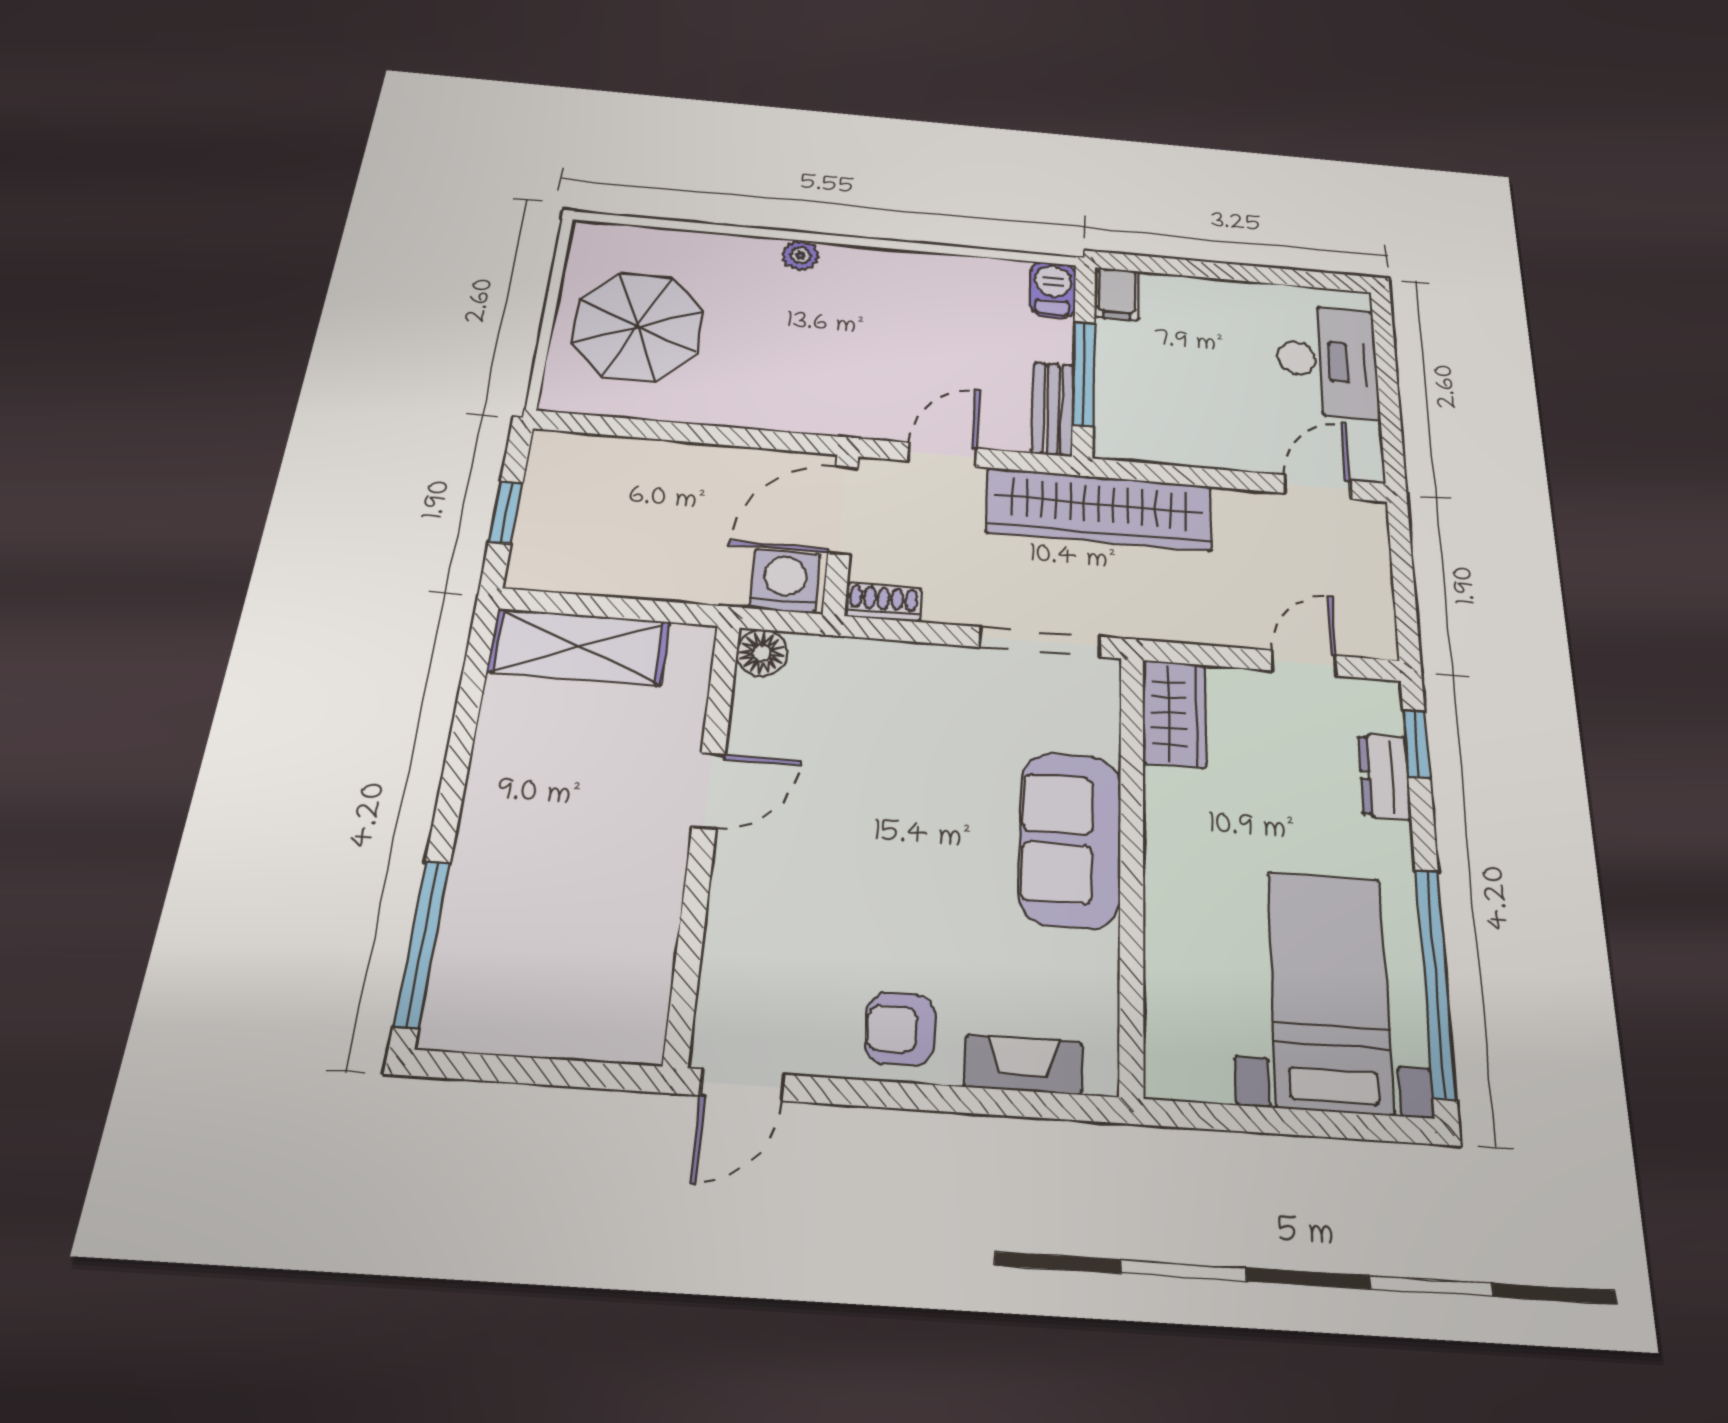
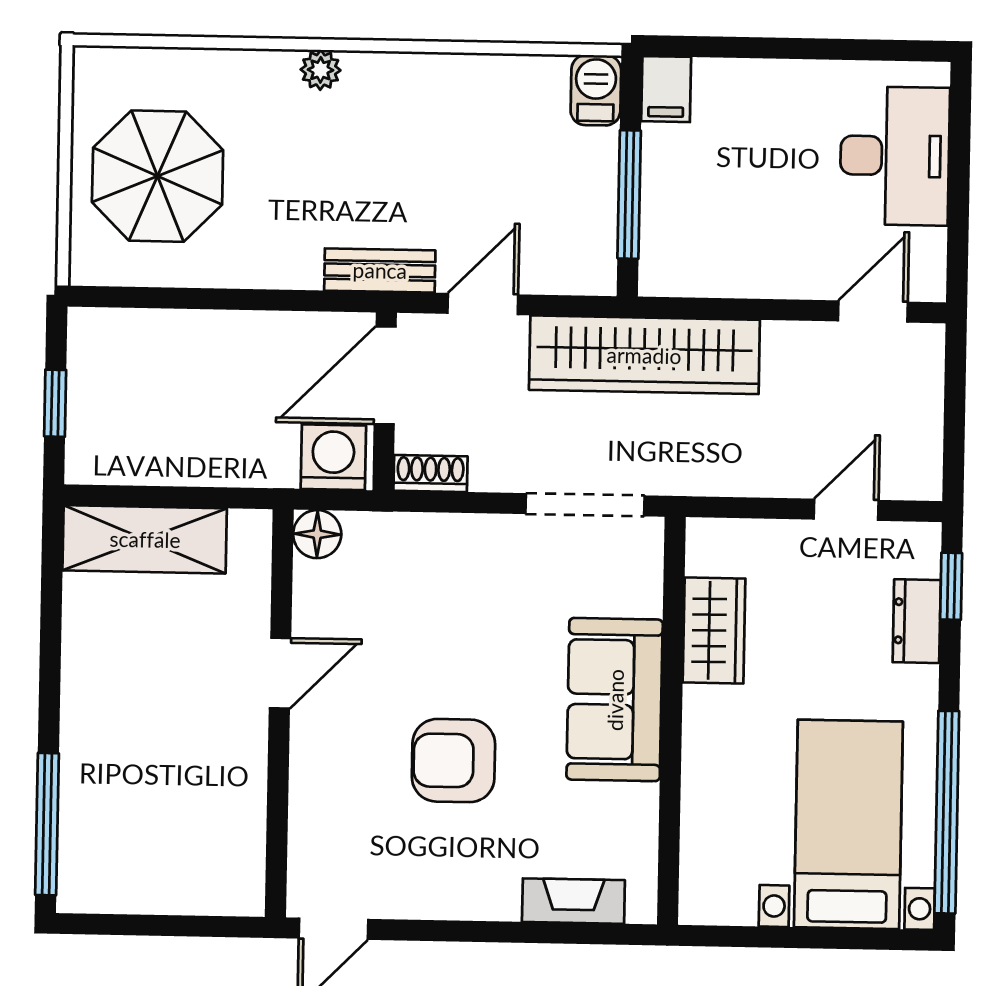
bench: (1053, 409) -> (380, 270), moved, turned 90
wardrobe: (1174, 713) -> (714, 630), moved
armchair: (900, 1029) -> (453, 761), moved, width x1.38, depth x1.38

